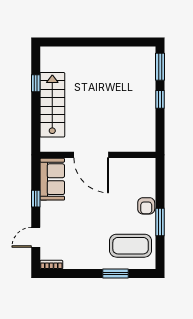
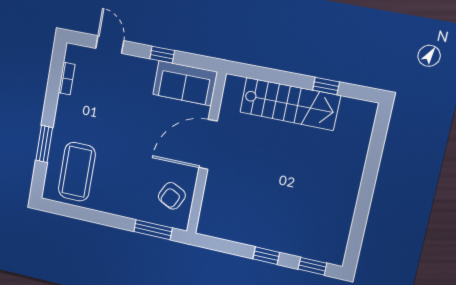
window: (160, 67) -> (312, 266), width x0.67
armchair: (146, 206) -> (172, 196), moved, turned -64
window: (160, 222) -> (153, 230), moved
bookcase: (51, 265) -> (67, 79), moved

